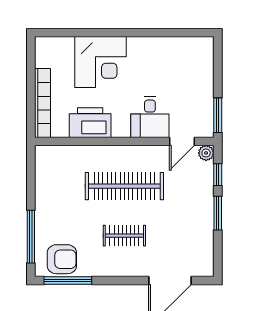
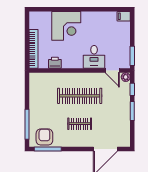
filing cabinet: (202, 45) -> (124, 16), added
printer: (90, 123) -> (55, 63), width x0.53, depth x0.68
door: (182, 141) -> (112, 71), hinge flipped
armchair: (62, 259) -> (44, 137), turned -90

